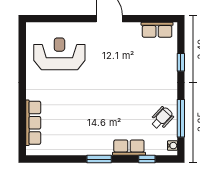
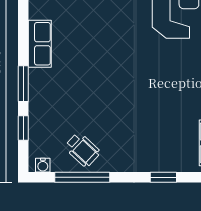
row of seats: (129, 148) -> (40, 44), moved
window: (99, 159) -> (23, 84), moved

